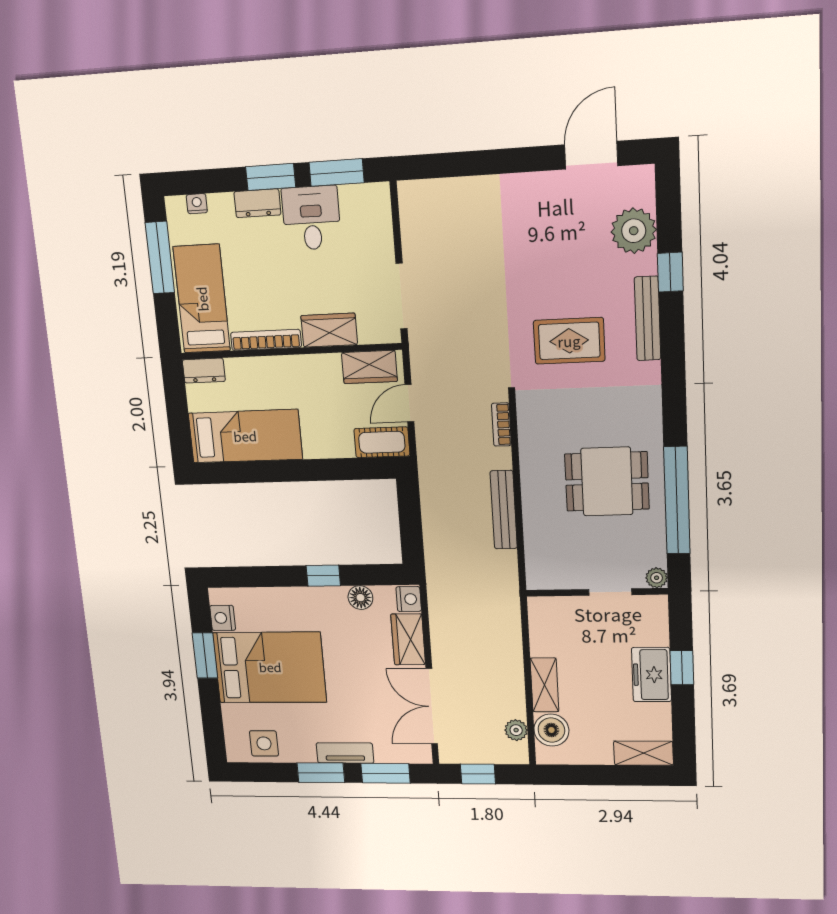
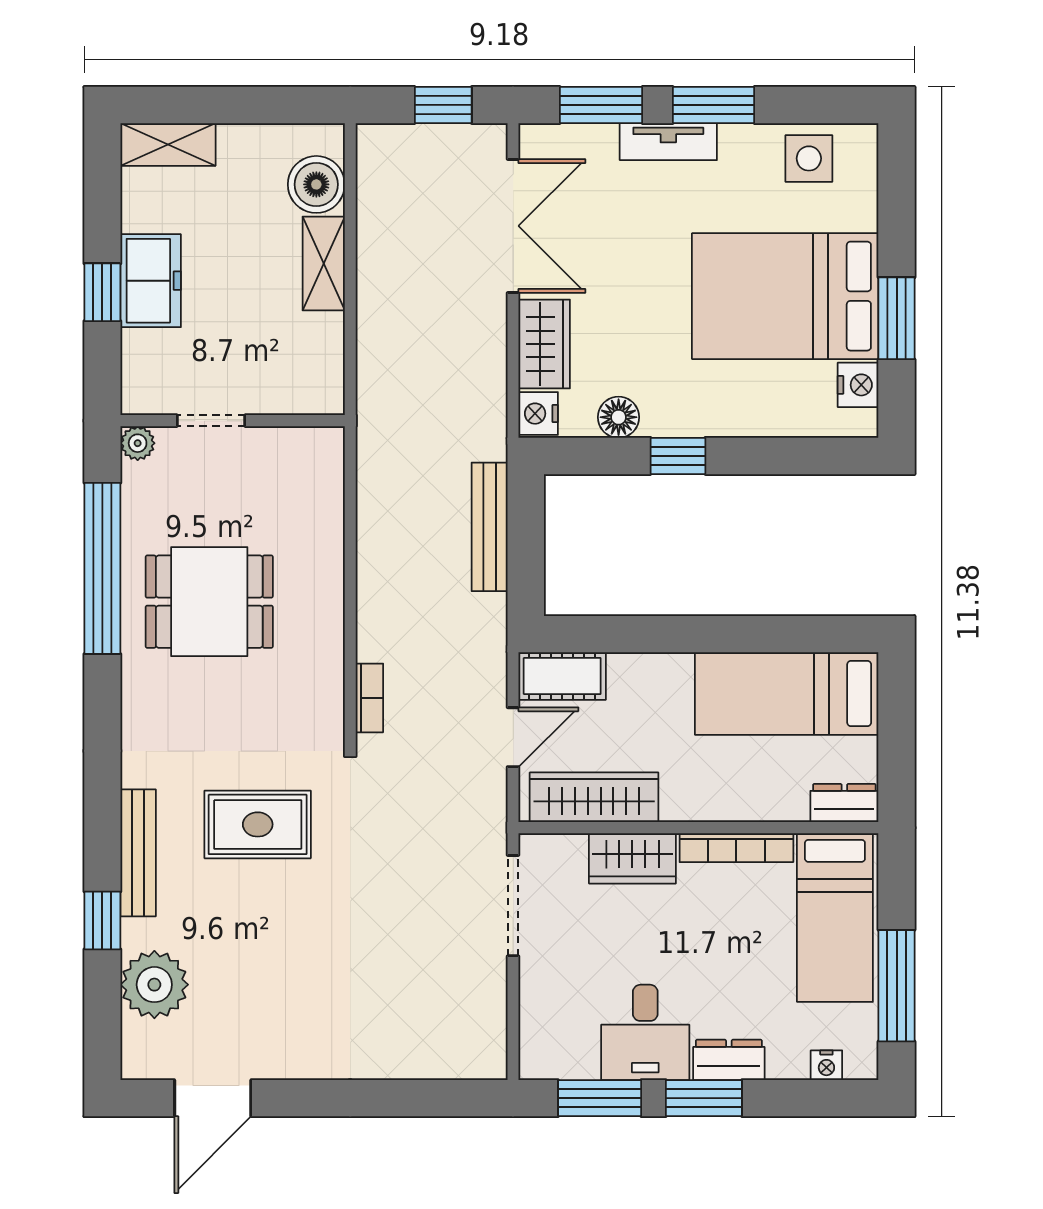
wardrobe: (369, 367) -> (594, 797), width x1.50
bench: (504, 510) -> (490, 527), moved
plant: (516, 730) -> (375, 184), removed

